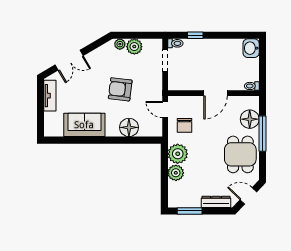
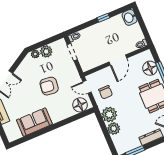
window: (195, 35) -> (103, 18), moved
floor lamp: (129, 127) -> (80, 105), moved

